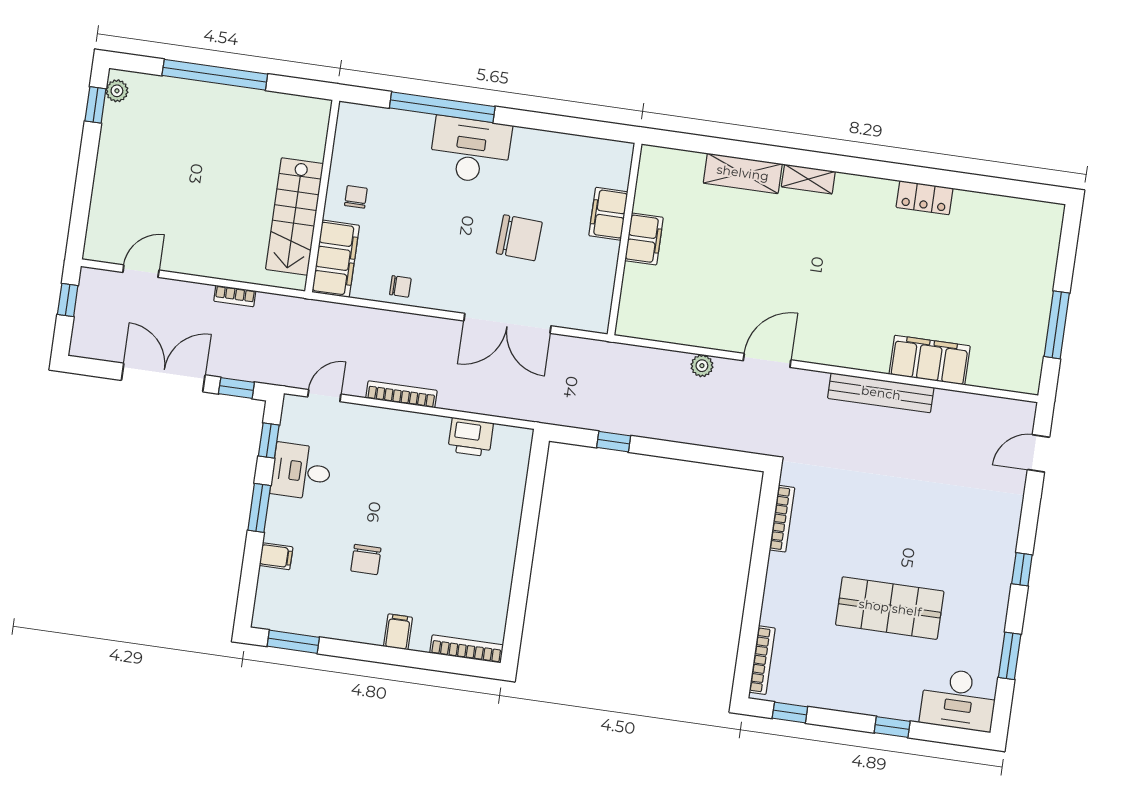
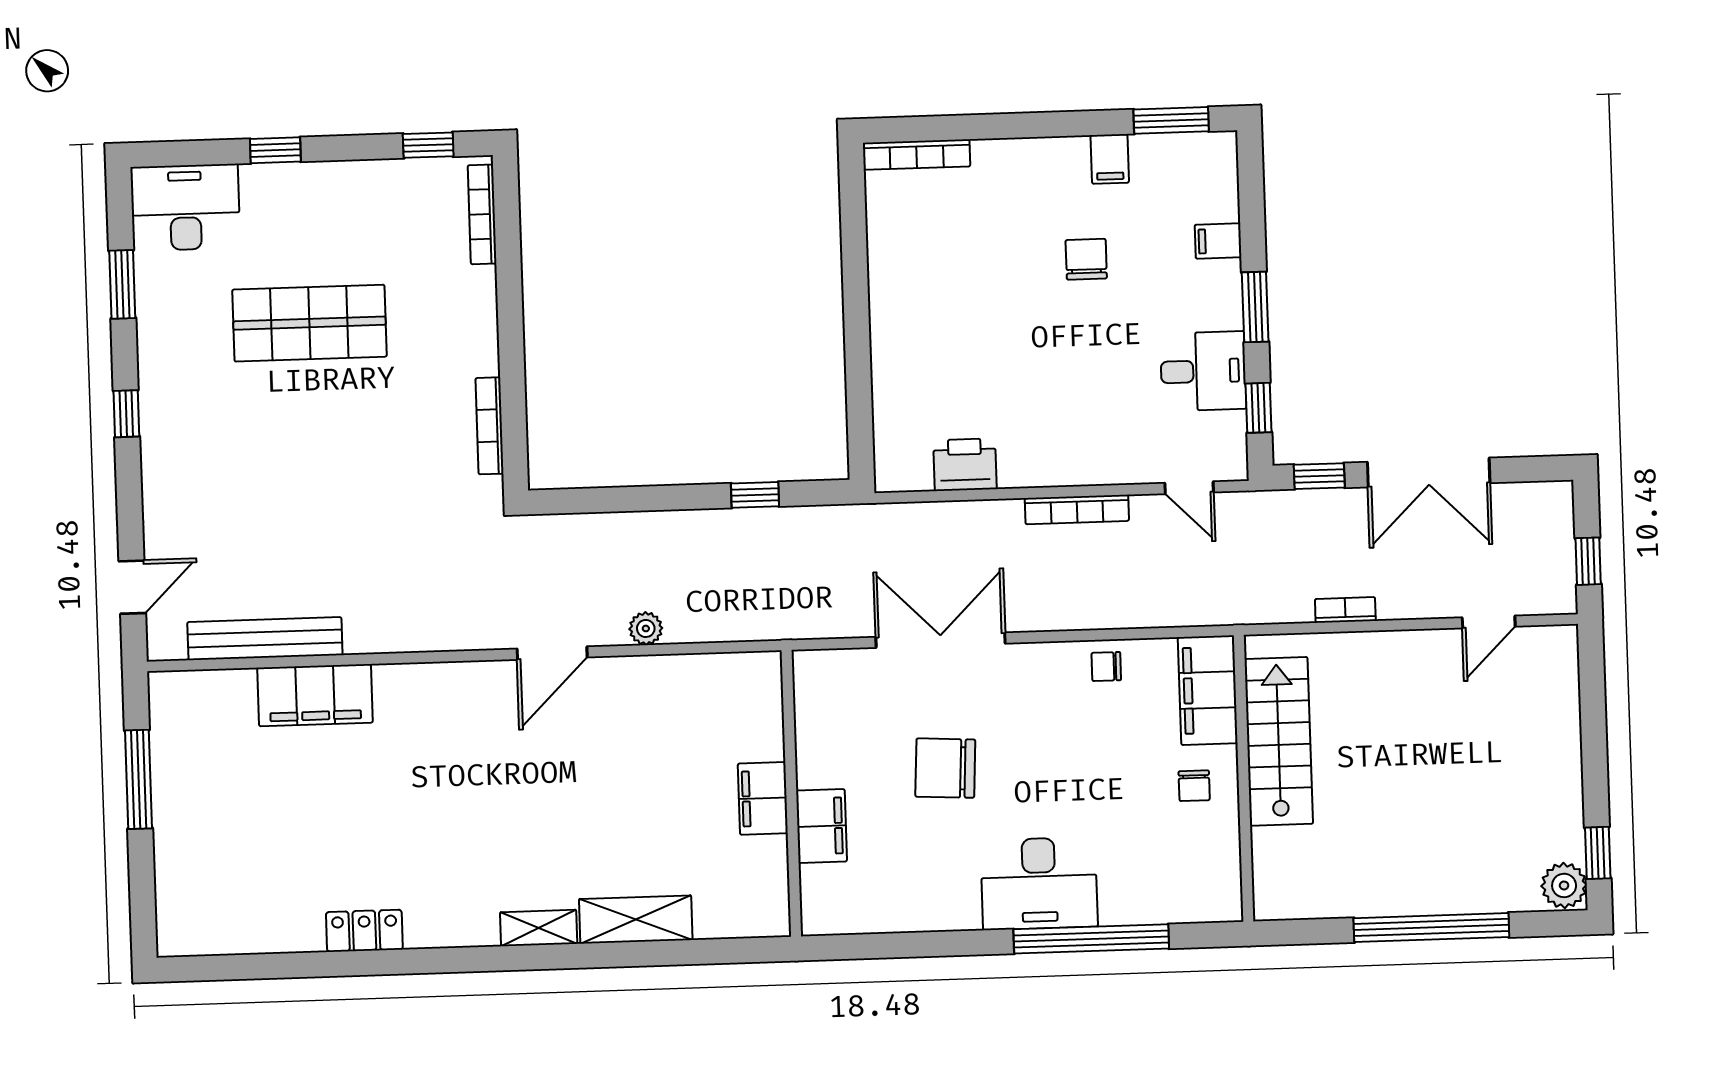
plant: (117, 91) -> (1564, 885), width x1.38, depth x1.38
bench: (881, 393) -> (265, 639), moved
door: (324, 396) -> (1189, 488), hinge flipped
filing cabinet: (398, 632) -> (1110, 159), moved

